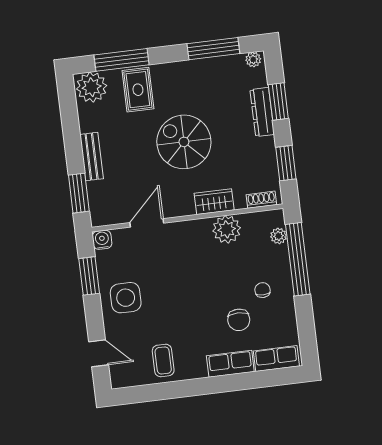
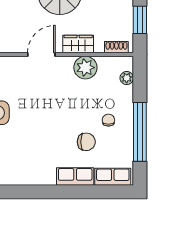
door: (147, 223) -> (41, 54), moved
window: (298, 259) -> (140, 132), moved
chair: (239, 320) -> (86, 142), turned -90
coffee table: (163, 360) -> (21, 167), removed

